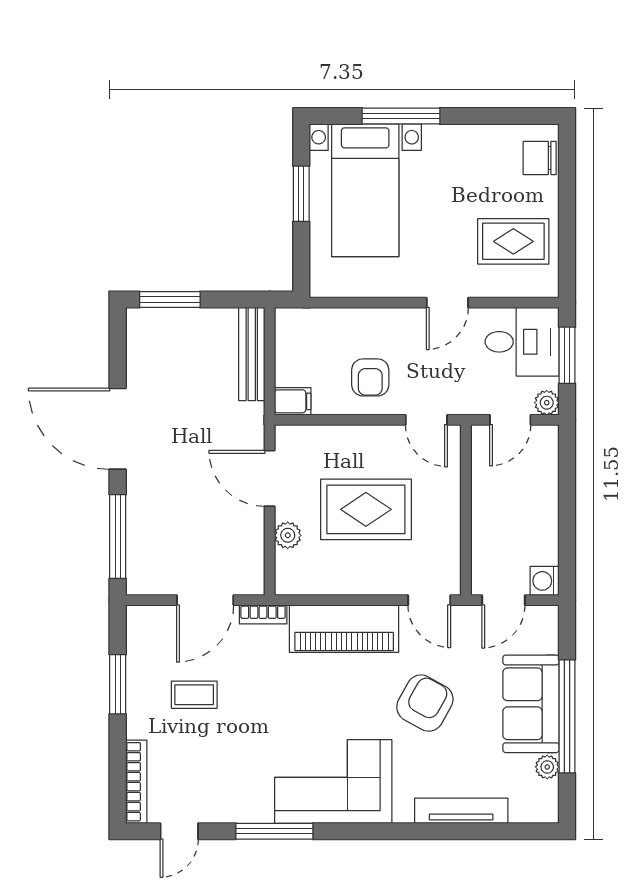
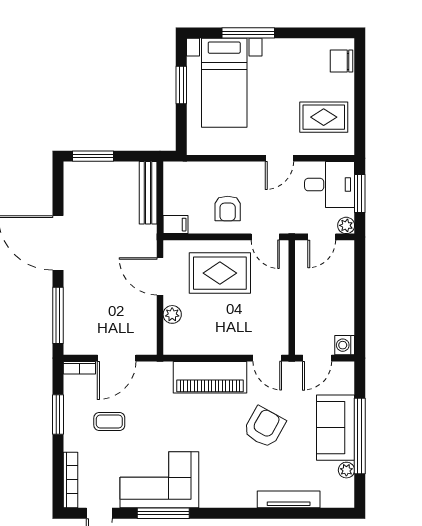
rug: (366, 509) -> (220, 273), moved
bookcase: (263, 614) -> (79, 368), moved
corner sofa: (333, 781) -> (159, 480), moved

